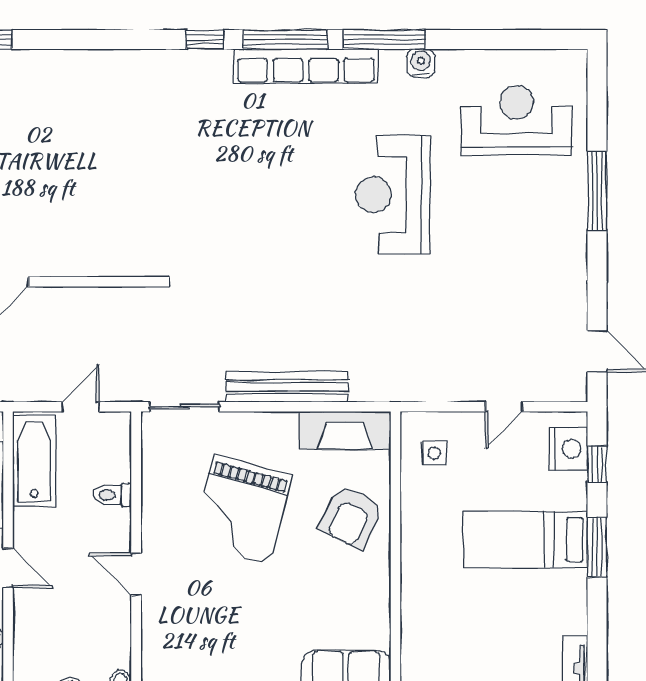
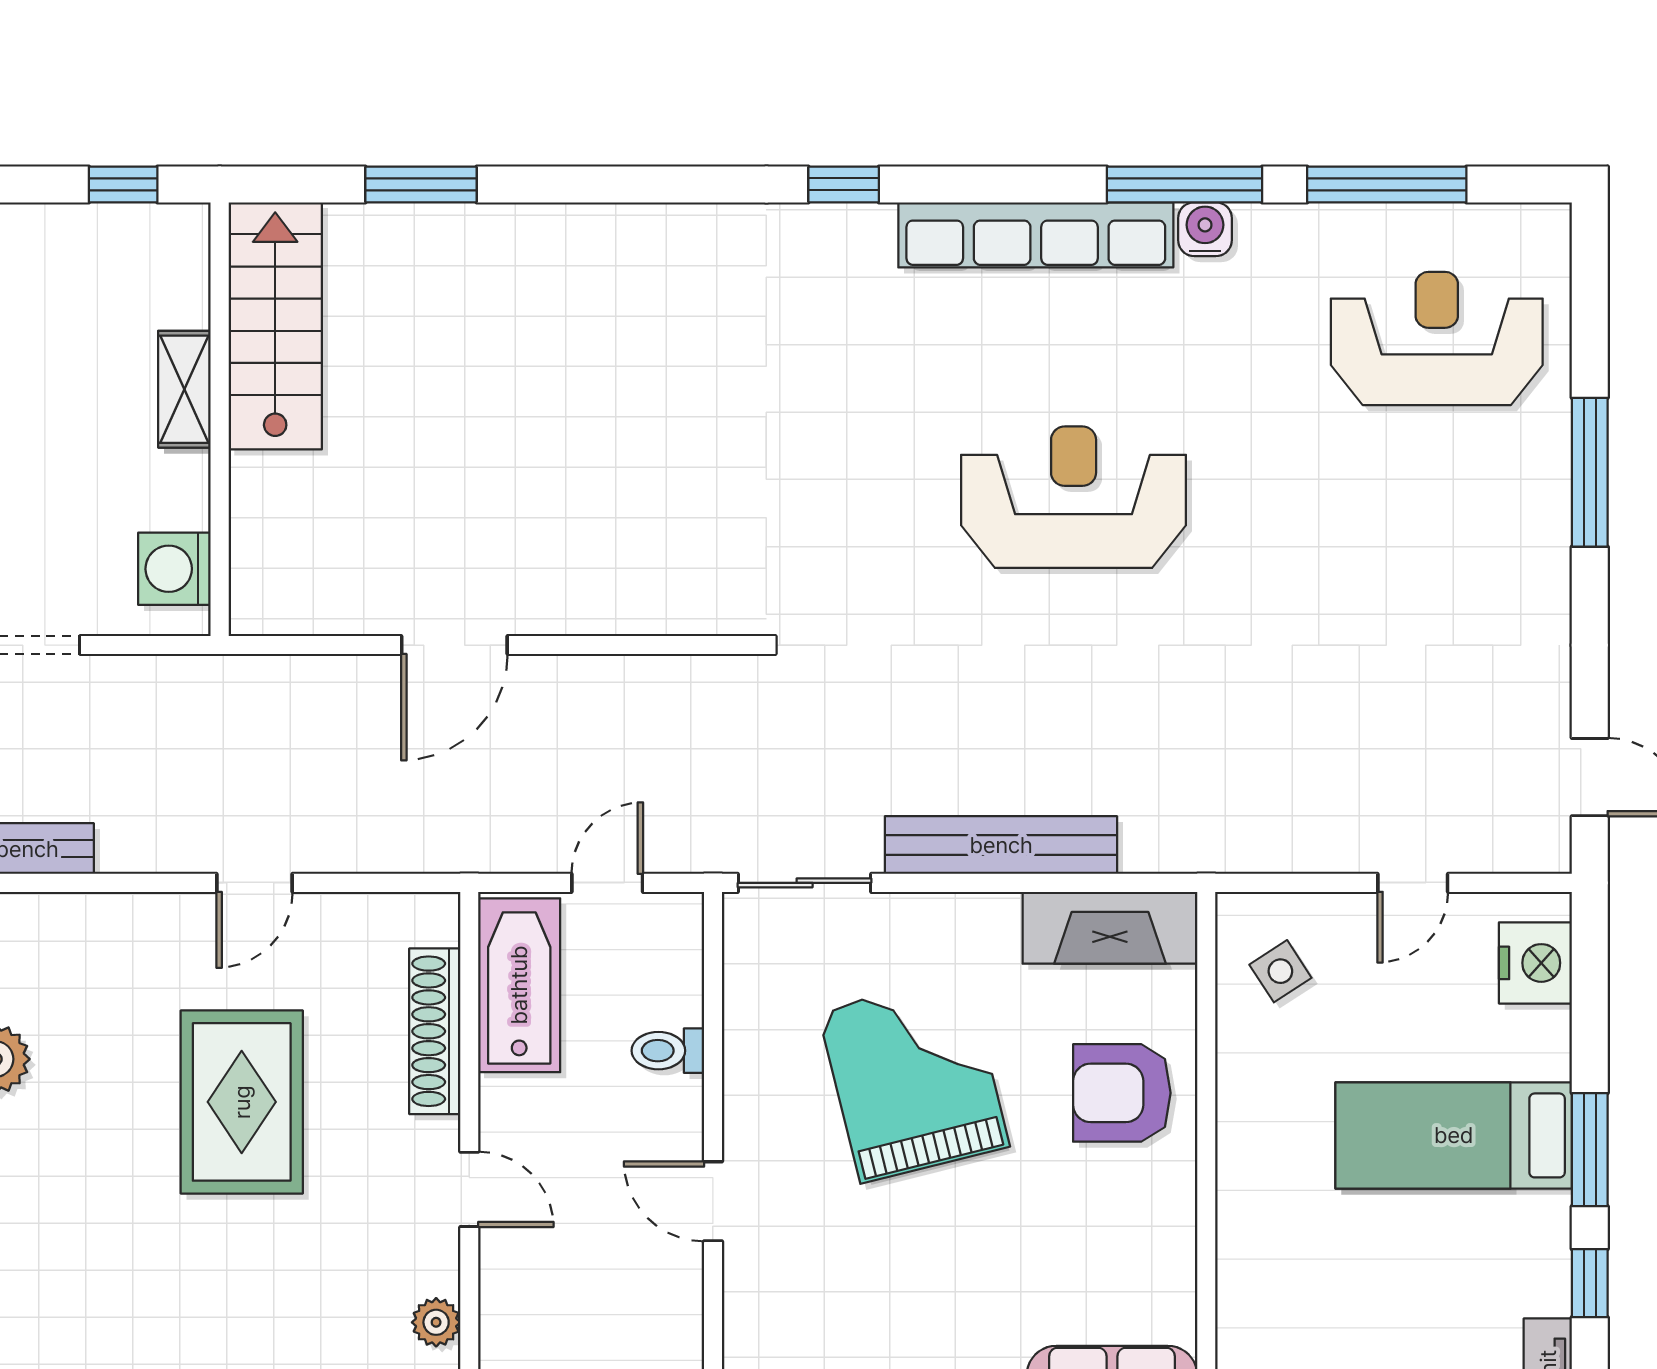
window: (285, 40) -> (1387, 184), moved
water cooler: (421, 63) -> (1205, 229), moved
reception desk: (393, 195) -> (1074, 497), moved, turned 90
side table: (434, 453) -> (1280, 971), turned -33
window: (597, 464) -> (1590, 1283), moved
grand piano: (242, 510) -> (914, 1079), turned 151
armchair: (351, 517) -> (1122, 1093), turned 64

